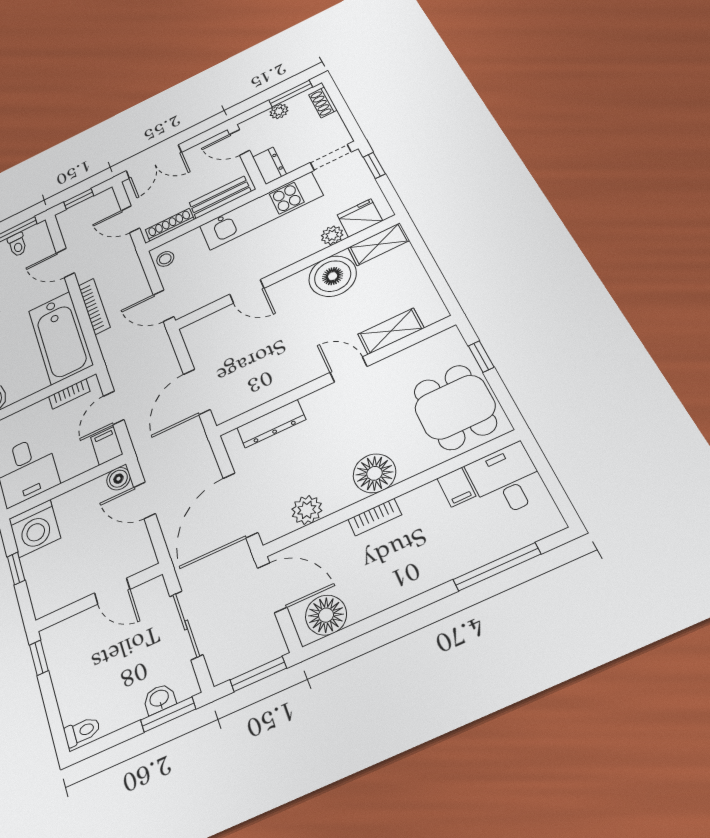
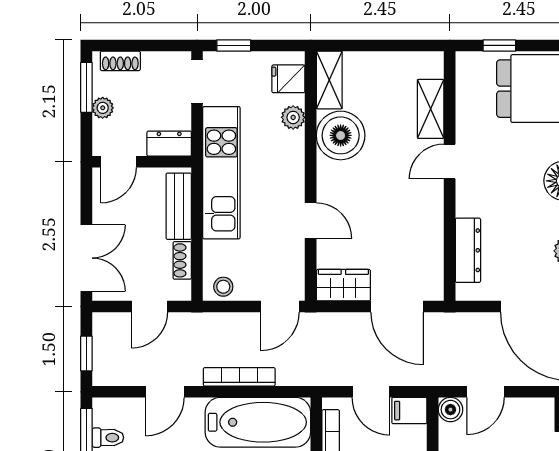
fridge: (360, 218) -> (288, 79), width x0.72
shoe rack: (170, 225) -> (182, 260), width x0.70
door: (247, 291) -> (311, 221), hinge flipped
wardrobe: (200, 342) -> (343, 285), added

